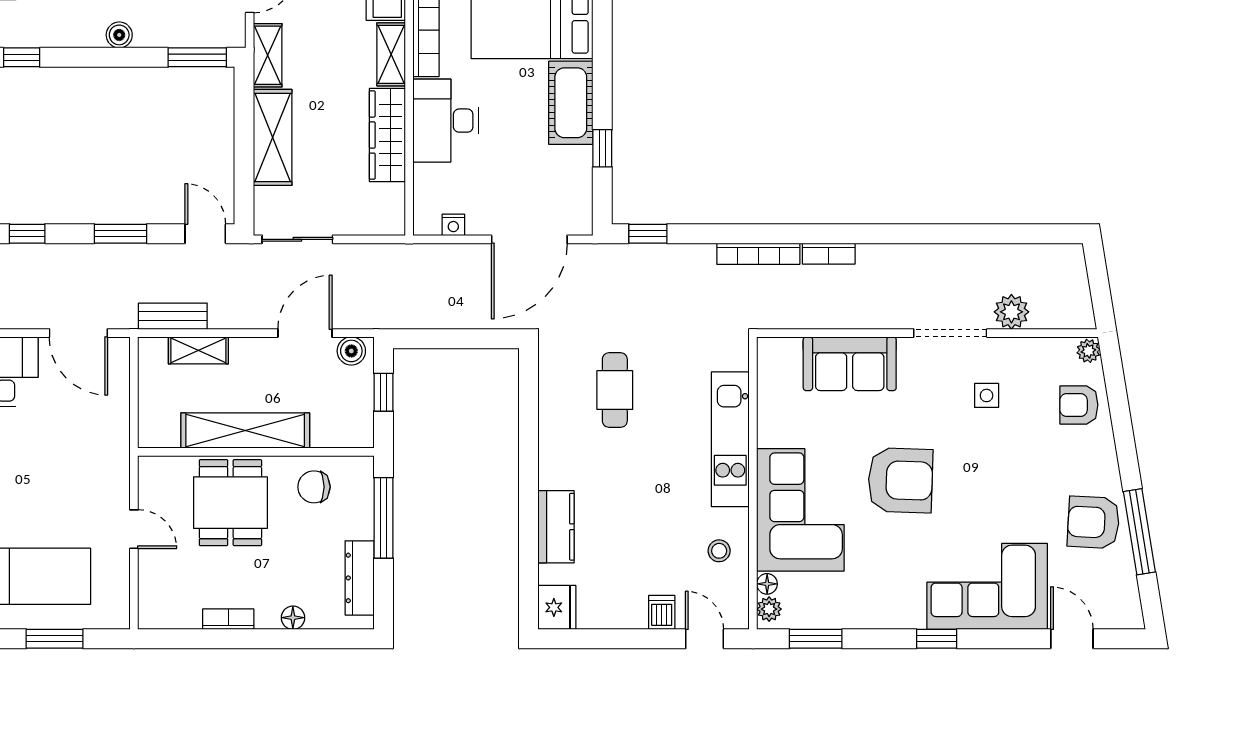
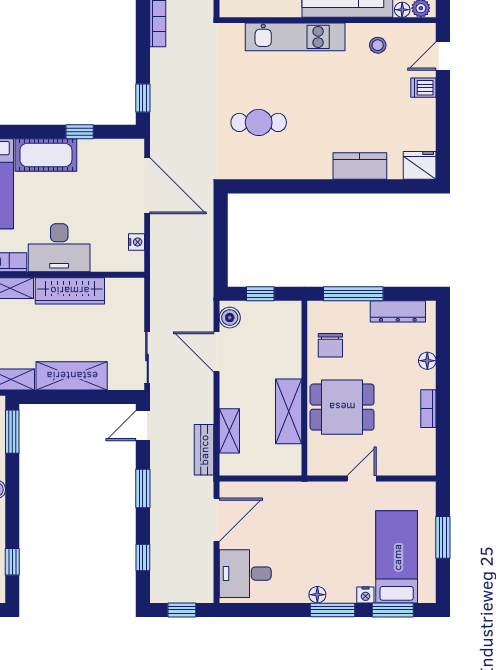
shelving: (245, 431) -> (289, 411), width x0.68

